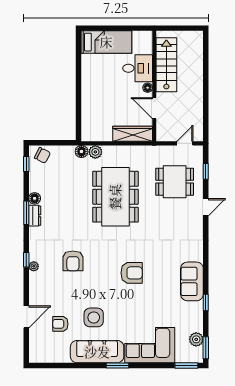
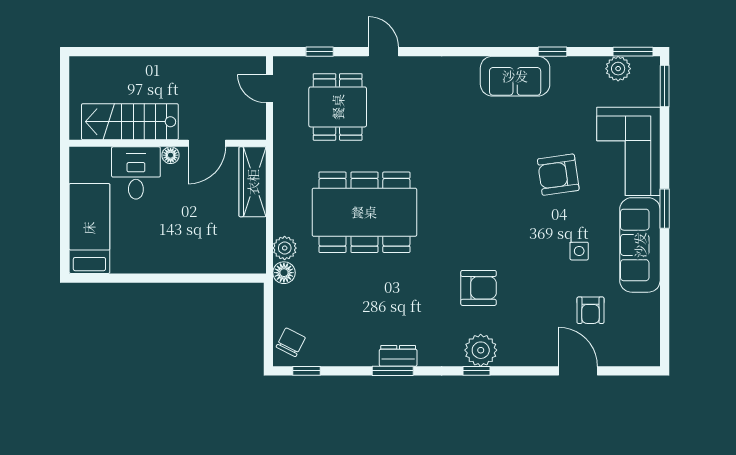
floor lamp: (35, 198) -> (367, 356), removed
plant: (34, 266) -> (481, 350), width x1.87, depth x1.87
armchair: (132, 273) -> (558, 175), moved, turned -98
side table: (94, 317) -> (579, 251), width x0.54, depth x0.54

